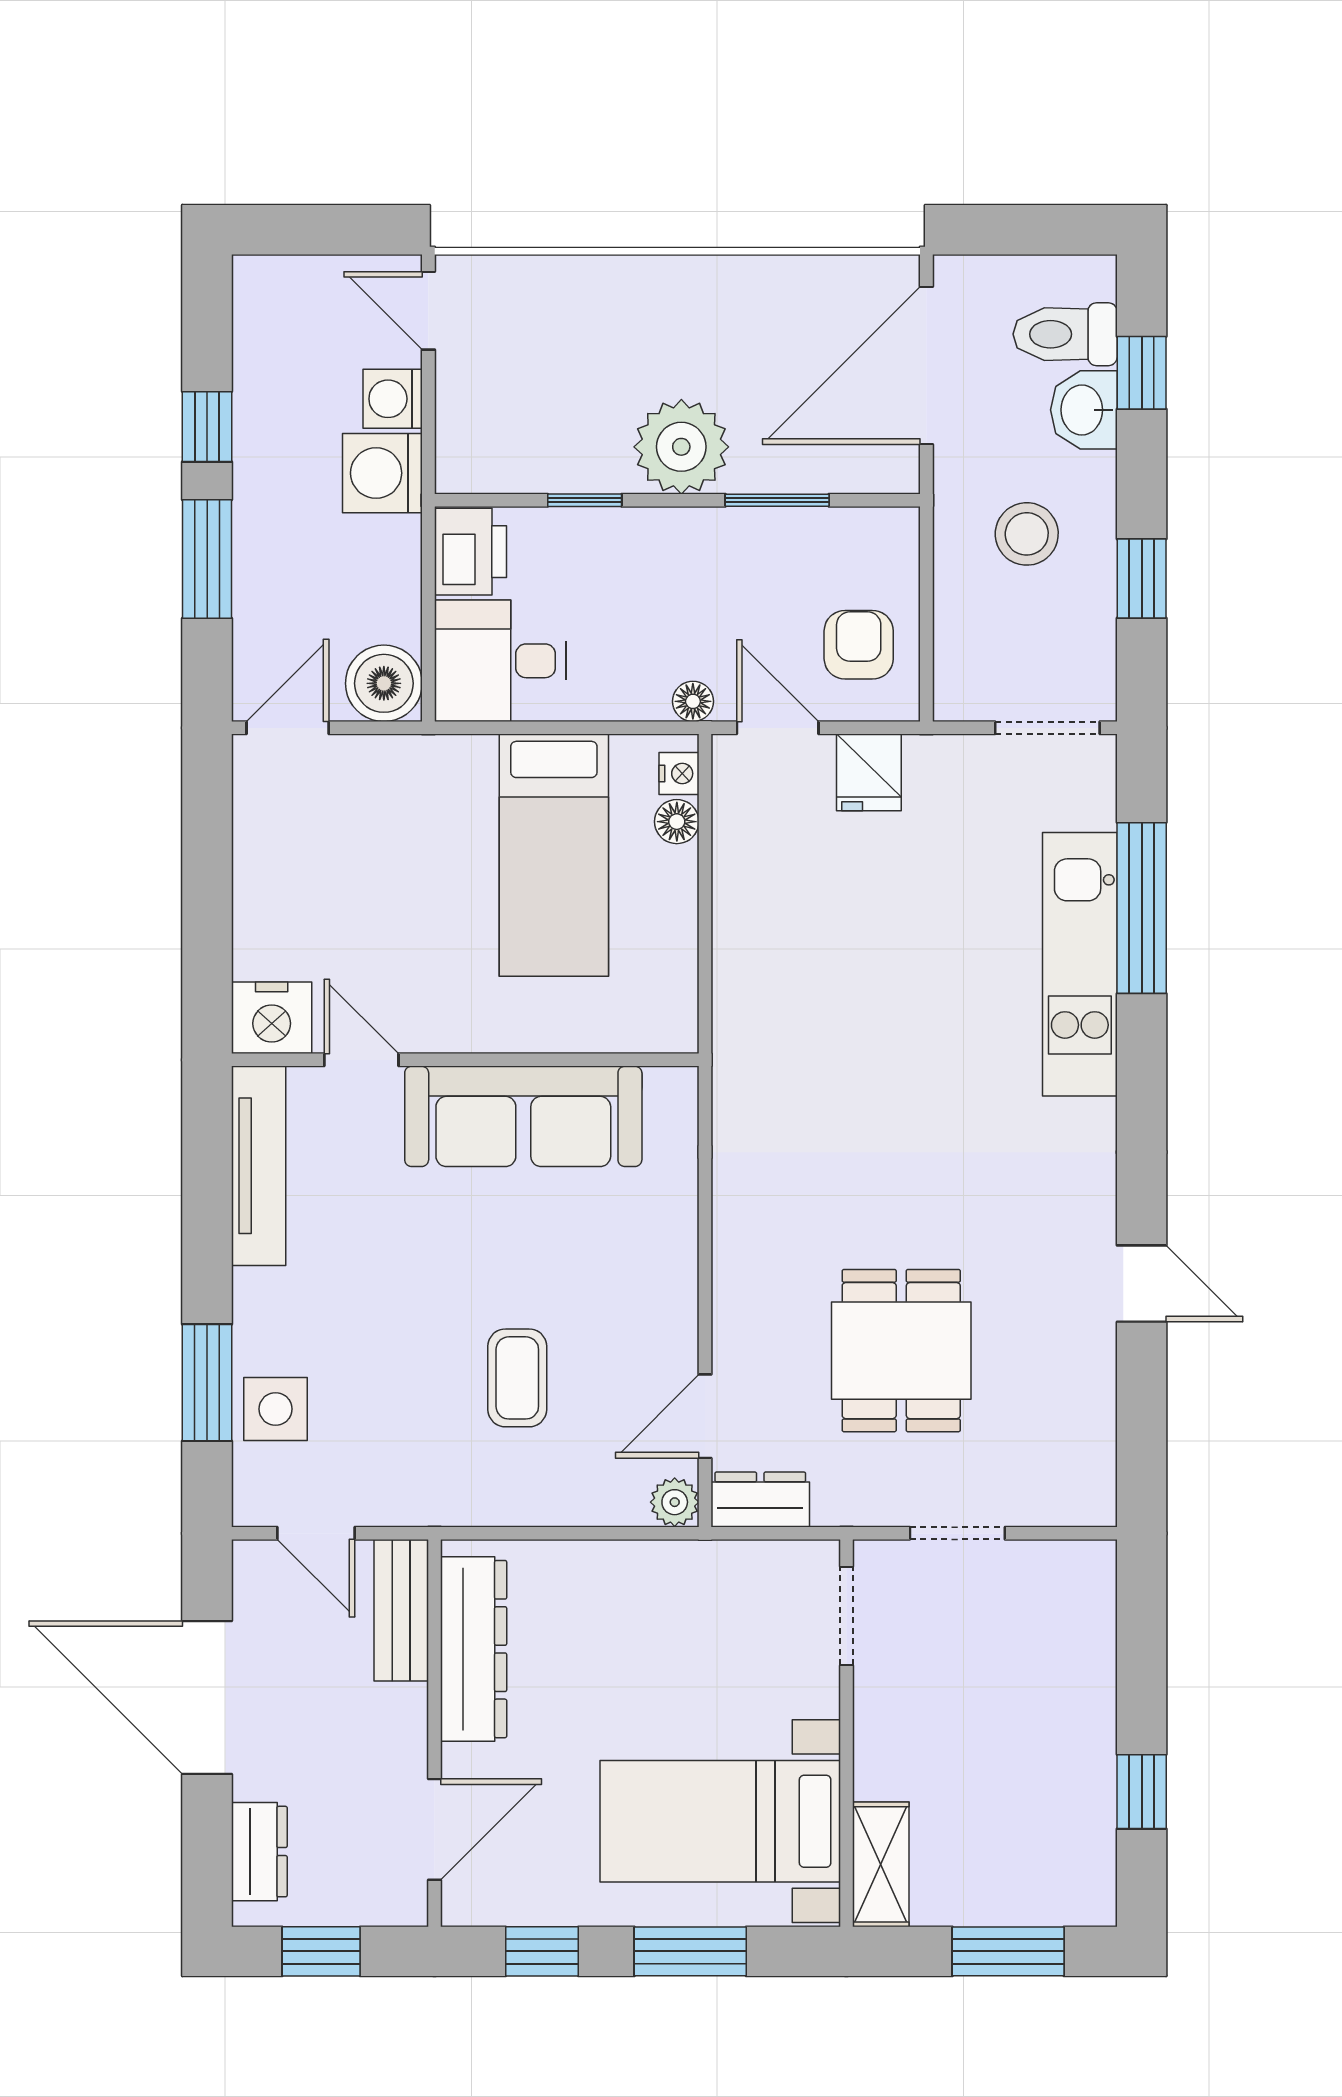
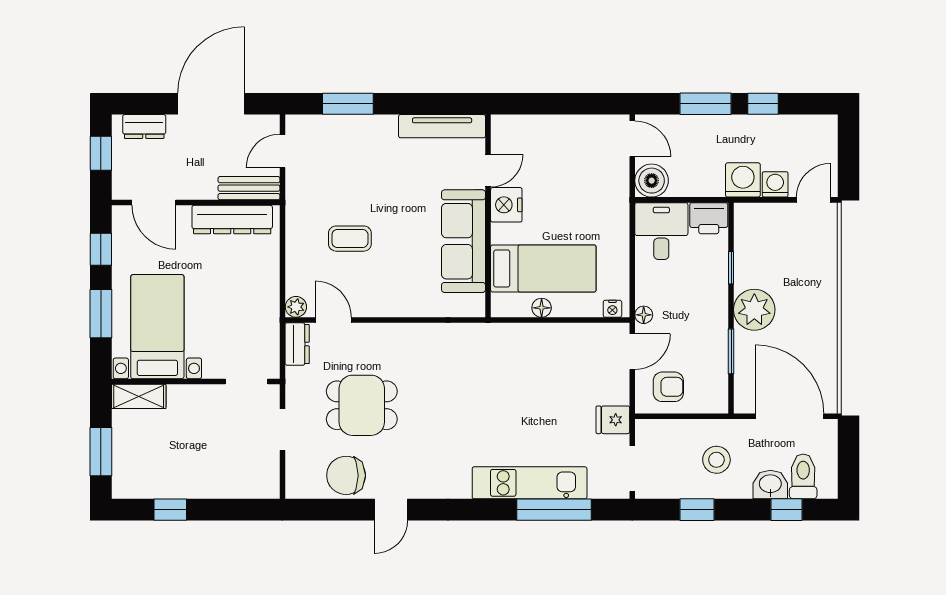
fridge: (869, 772) -> (613, 420), moved
floor lamp: (677, 822) -> (542, 308), moved
bed: (554, 855) -> (543, 268), moved, turned 180
nightstand: (272, 1018) -> (506, 205), moved
chair: (1063, 1387) -> (346, 475), added
side table: (276, 1409) -> (336, 134), removed

